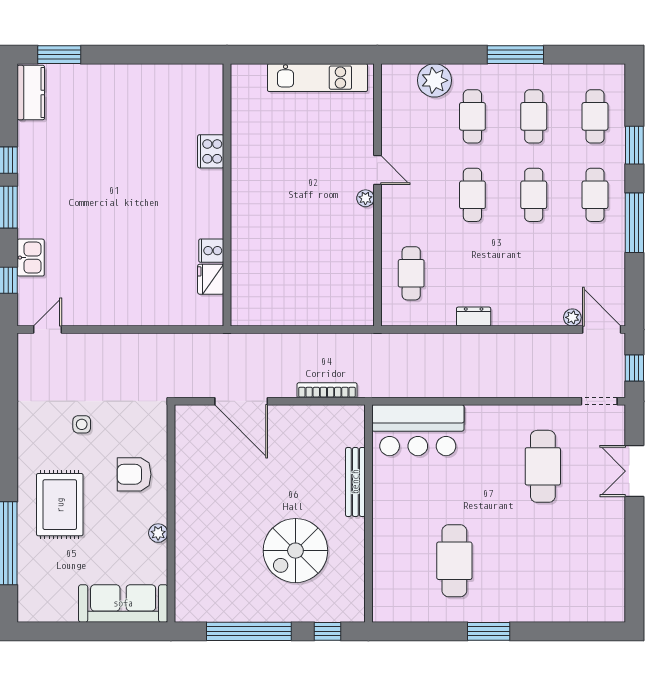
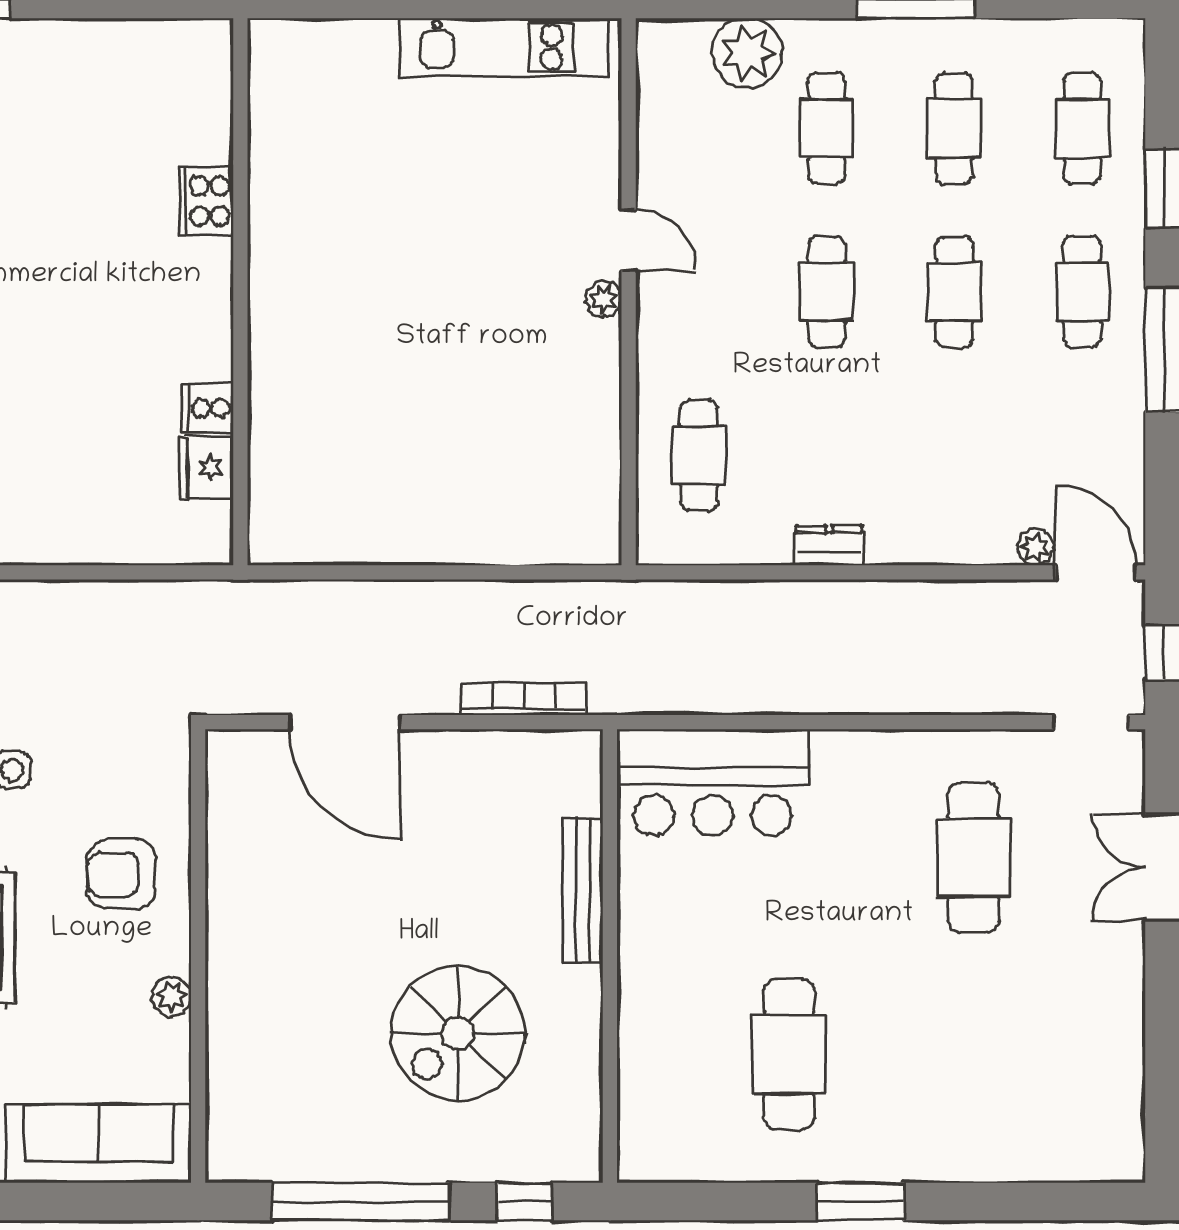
cooker: (211, 151) -> (206, 201), moved
wall: (227, 195) -> (240, 292), moved
cooker: (211, 251) -> (207, 408), moved
fridge: (211, 279) -> (206, 468), moved

